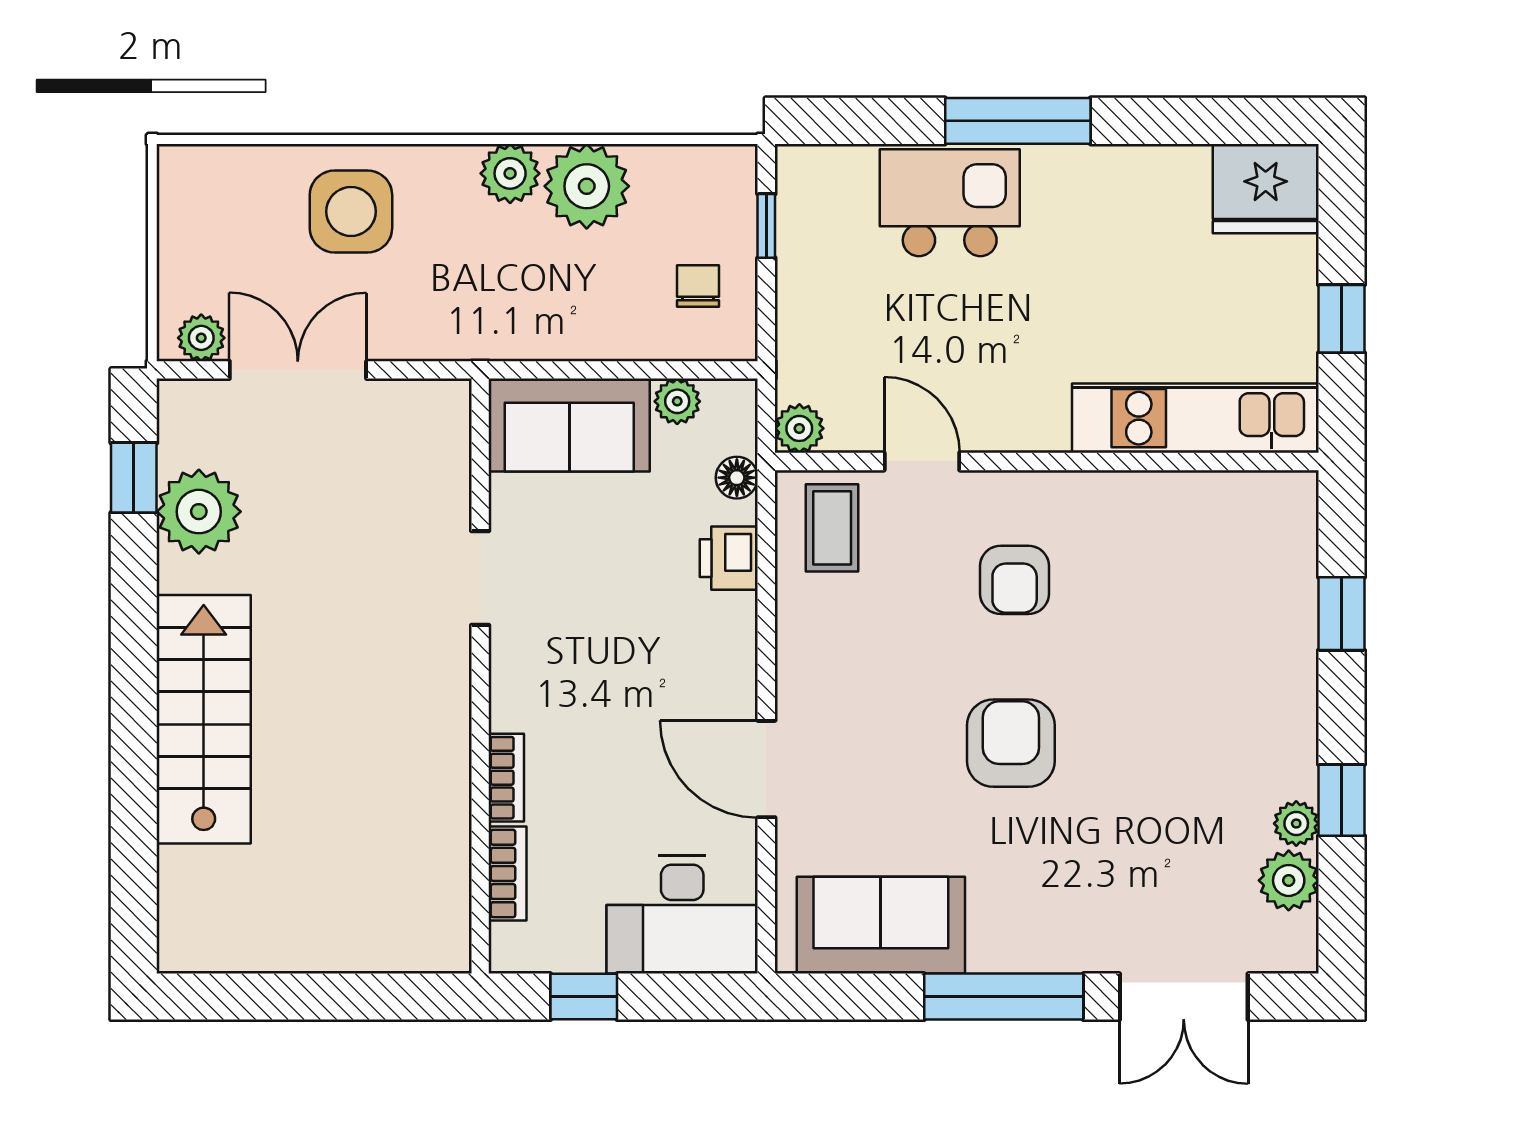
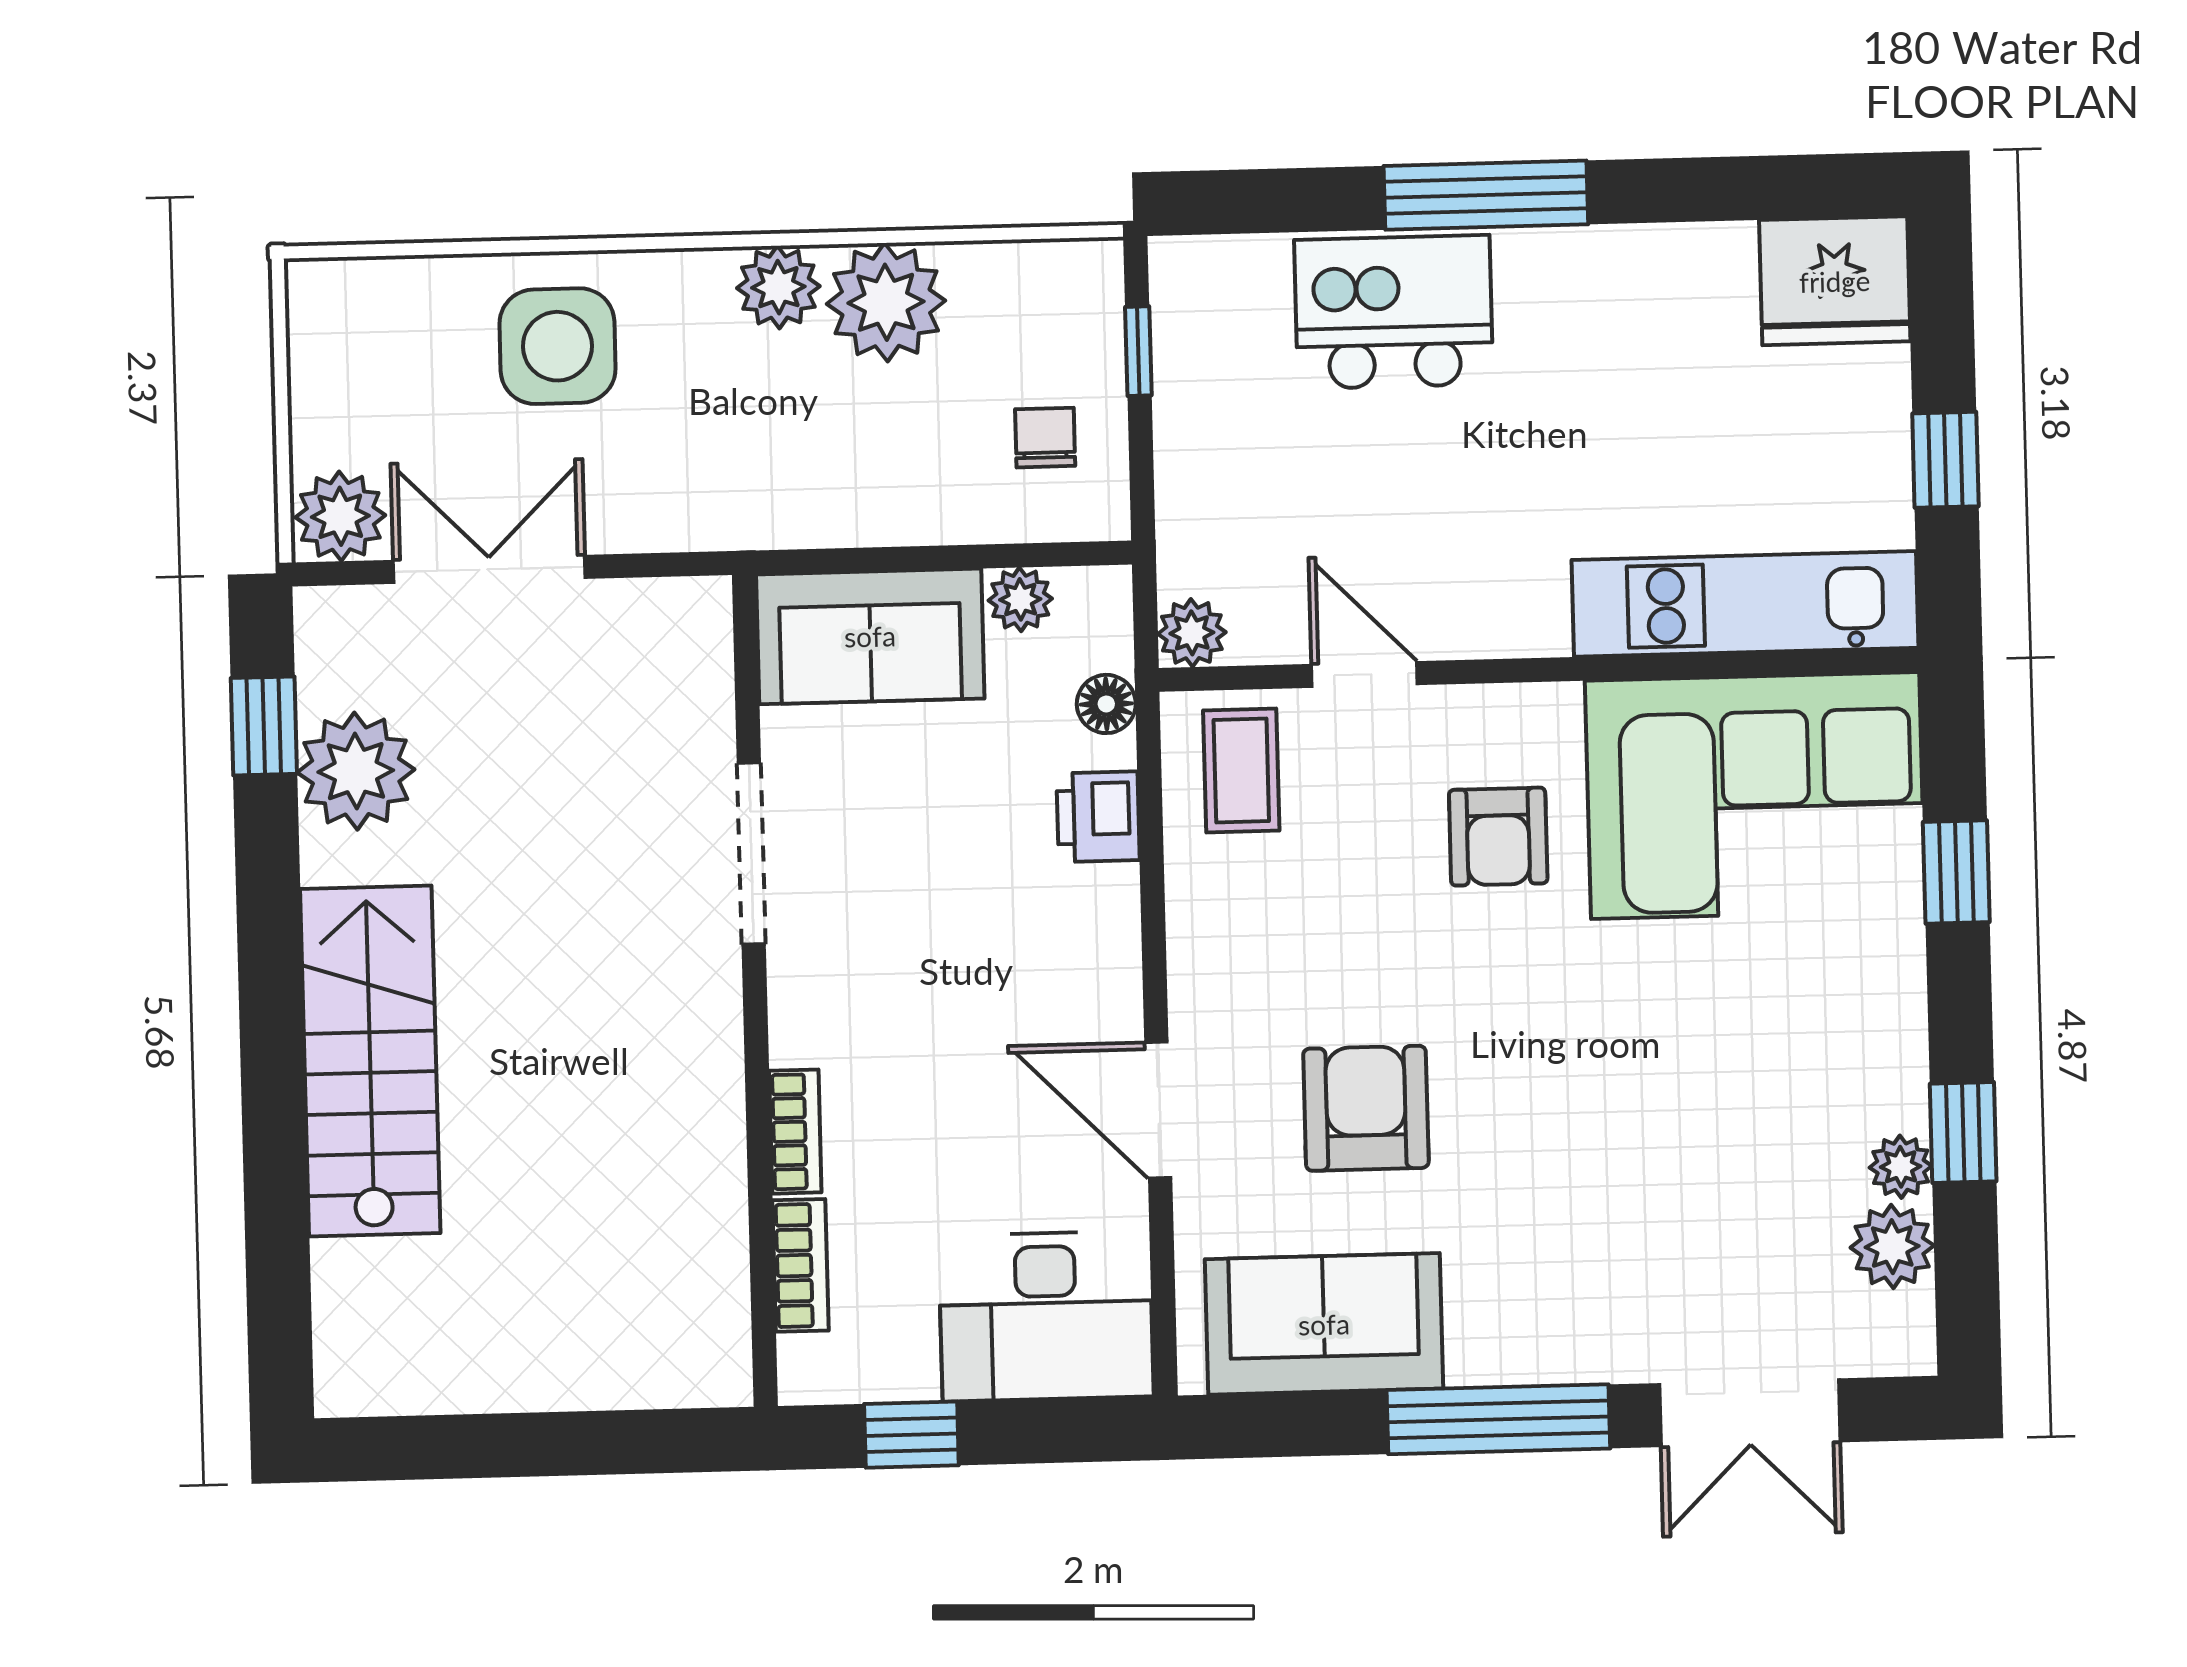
plant: (201, 338) -> (340, 516), width x1.38, depth x1.38
corner sofa: (1199, 555) -> (1755, 796), added
doorway: (480, 578) -> (751, 854), width x1.38
armchair: (1011, 743) -> (1366, 1108), moved

